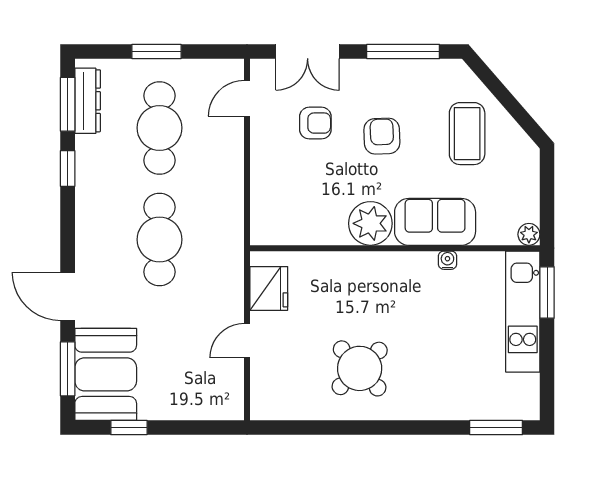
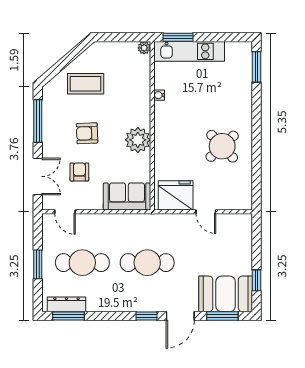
window: (68, 169) -> (146, 316), moved
sofa: (435, 222) -> (127, 196), moved, turned 90
fridge: (269, 288) -> (176, 195), width x1.36, depth x1.34

